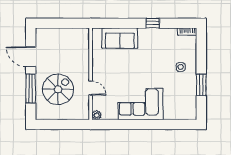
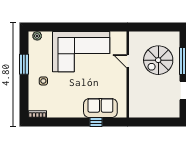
window: (153, 23) -> (96, 122), moved
corner sofa: (140, 104) -> (81, 52), width x1.36, depth x1.36
plant: (97, 115) -> (37, 36), moved

